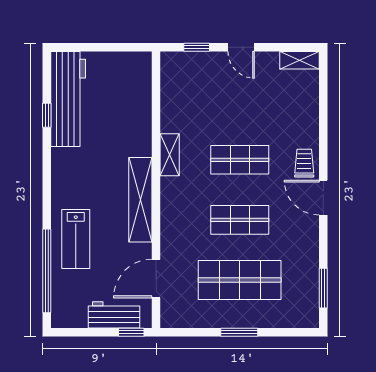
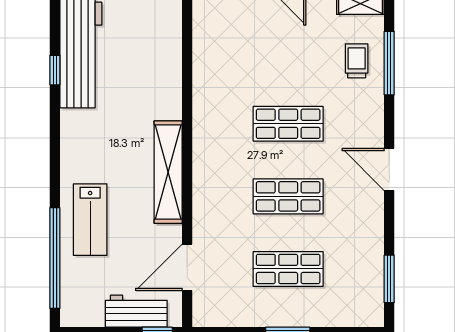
window: (323, 110) -> (389, 63), added
shelving: (170, 155) -> (204, 118), removed
trolley: (304, 163) -> (357, 61), moved
shop shelf: (240, 280) -> (288, 269), width x0.70, depth x0.74

